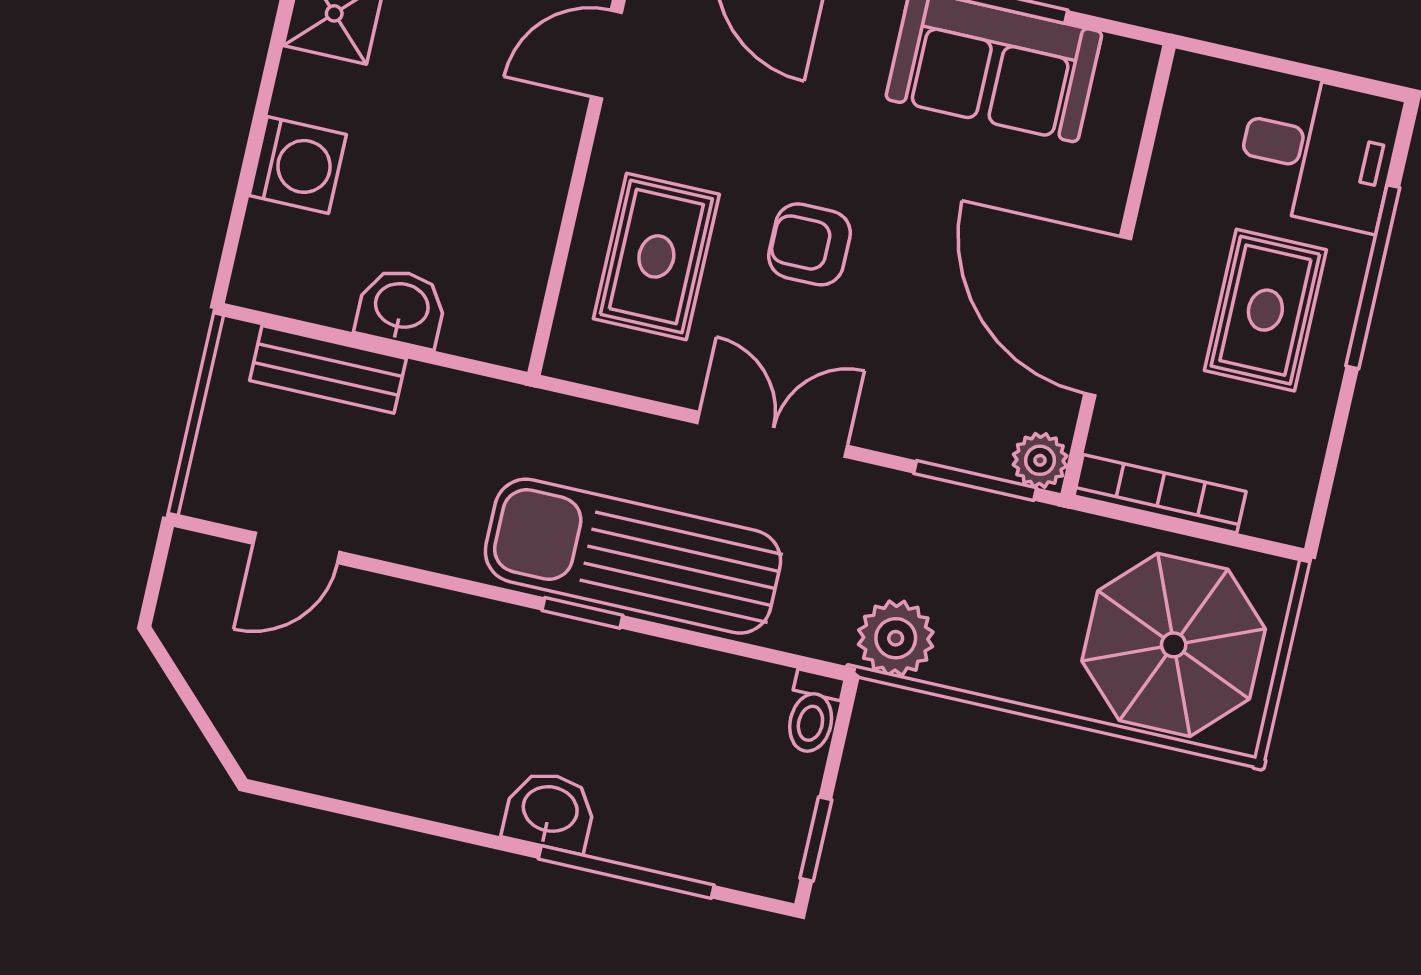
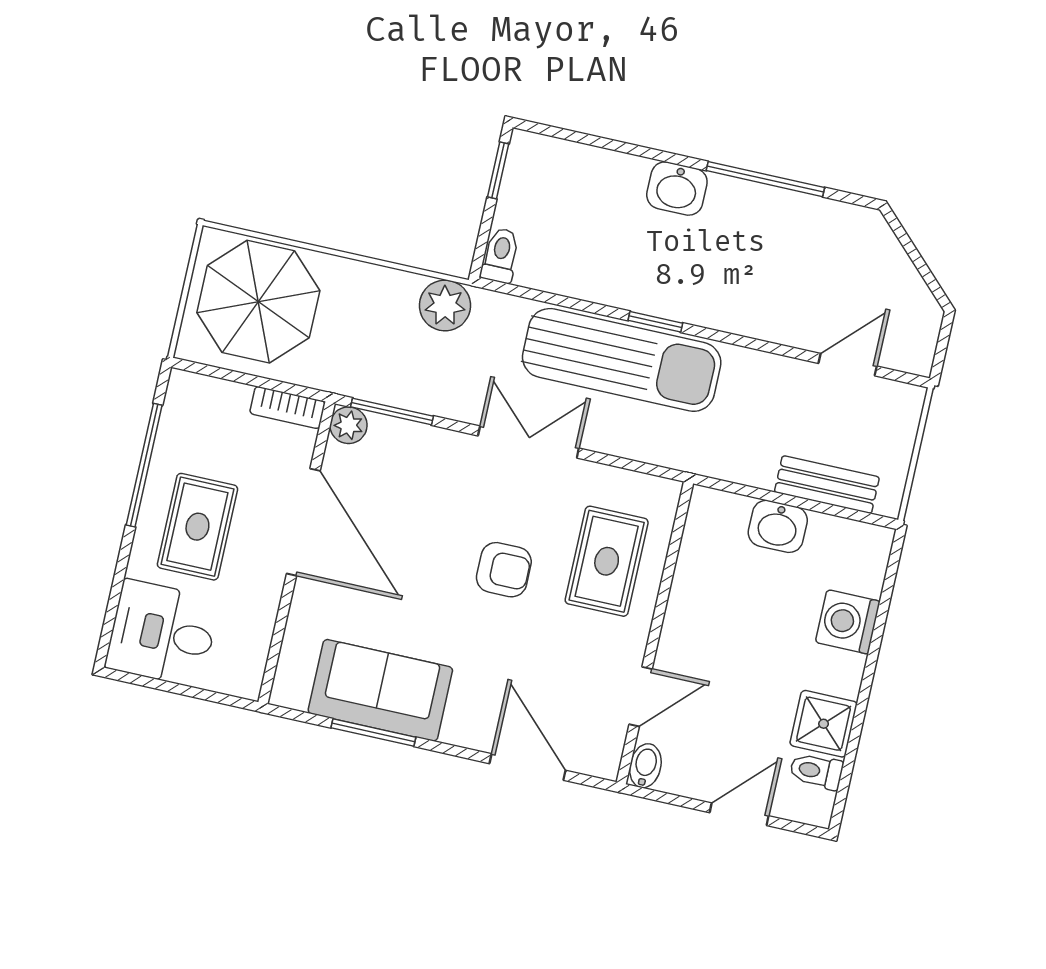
window: (1373, 277) -> (144, 465), moved
double door: (772, 434) -> (528, 442), swing flipped
bookcase: (1160, 494) -> (288, 408), width x0.64
window: (626, 872) -> (765, 179), moved

